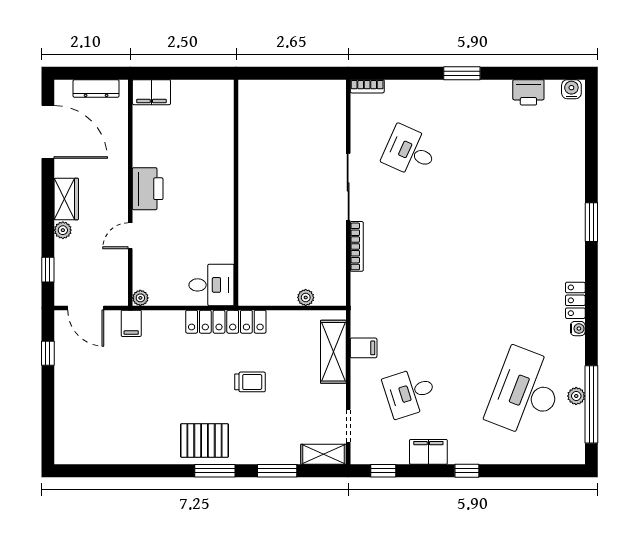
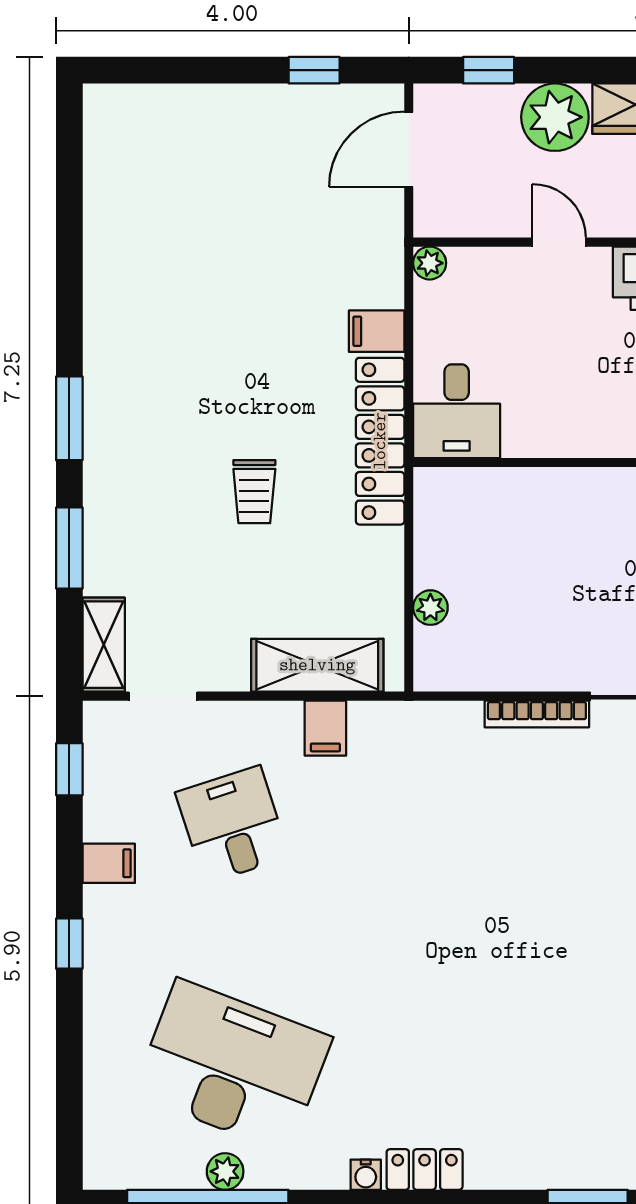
plant: (63, 230) -> (555, 117), width x1.88, depth x1.88
filing cabinet: (131, 323) -> (377, 331), moved
pallet: (205, 440) -> (132, 397), removed
filing cabinet: (428, 452) -> (109, 863), width x0.50

